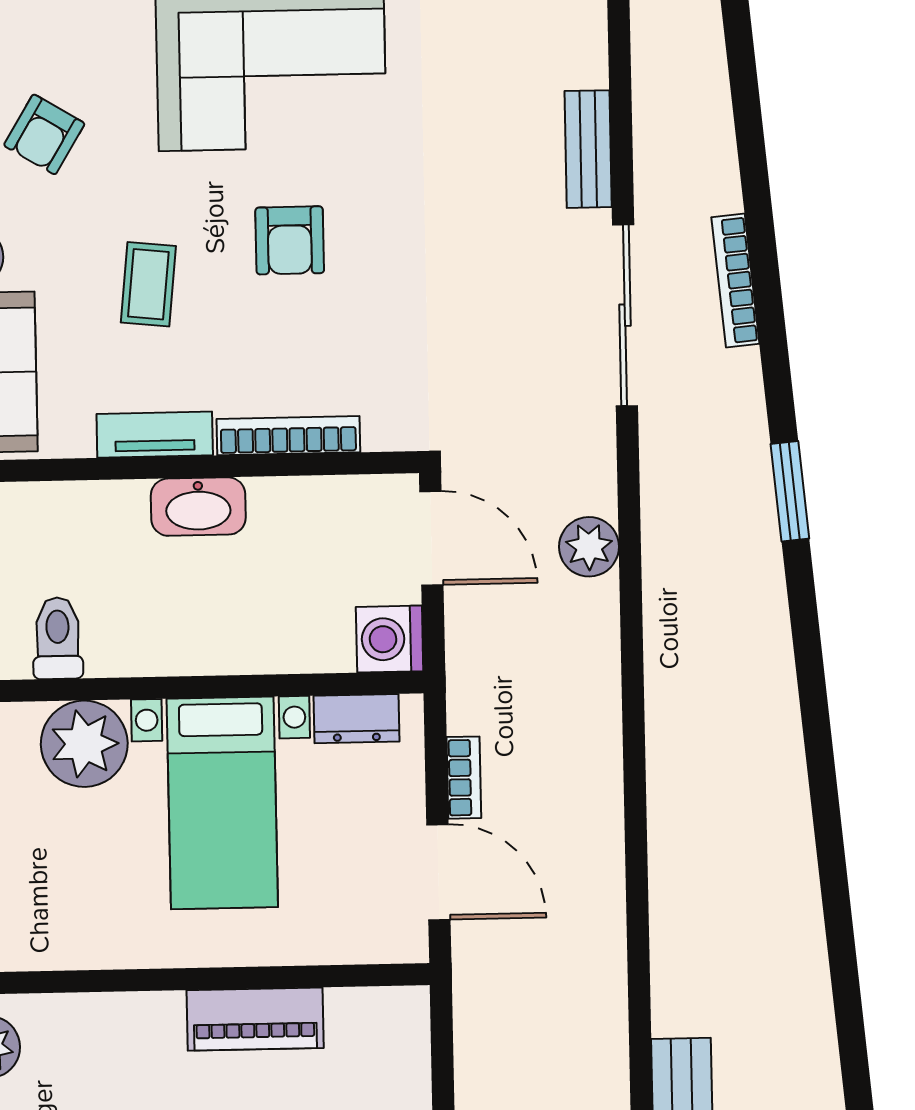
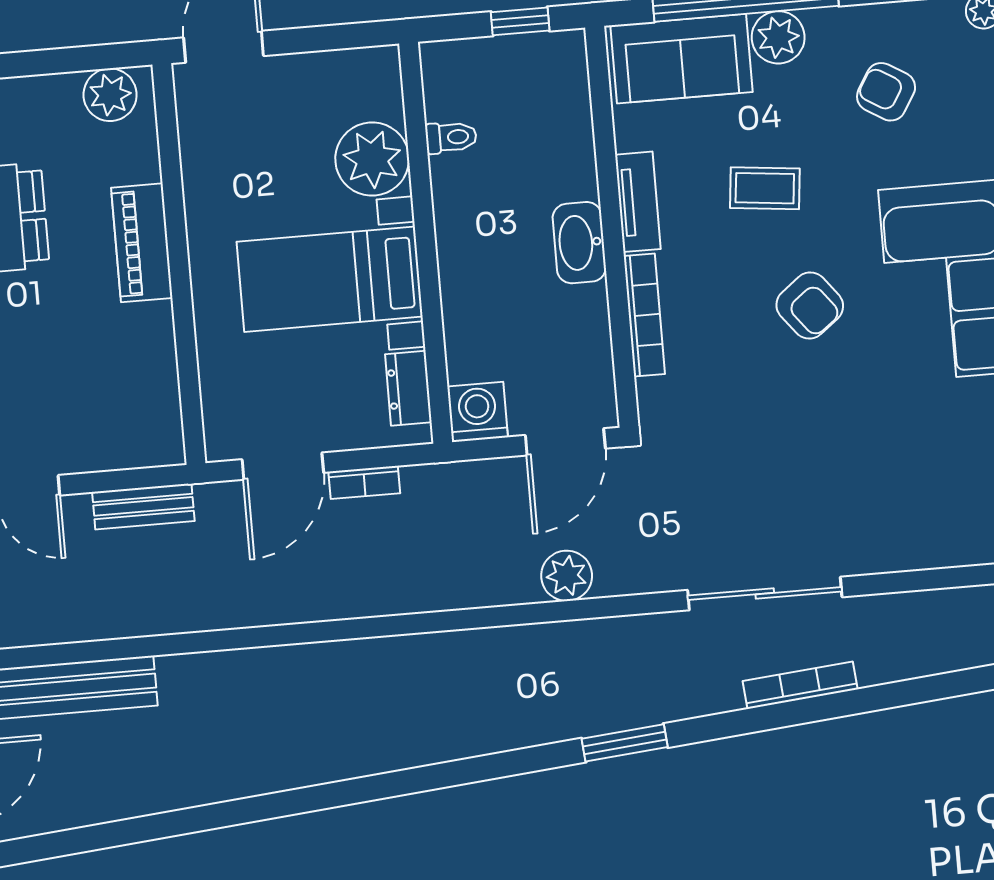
bench: (588, 149) -> (143, 506), moved
armchair: (290, 240) -> (810, 305), turned -128
toilet: (58, 638) -> (451, 137), width x0.73, depth x0.72
piano: (255, 1019) -> (142, 243), moved

